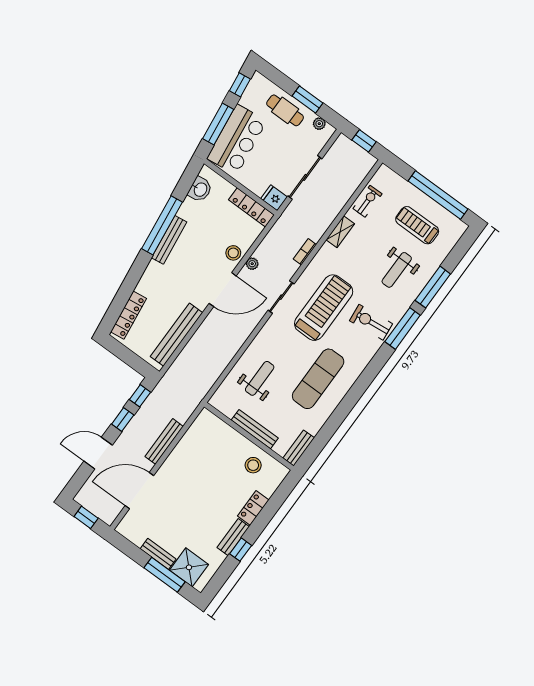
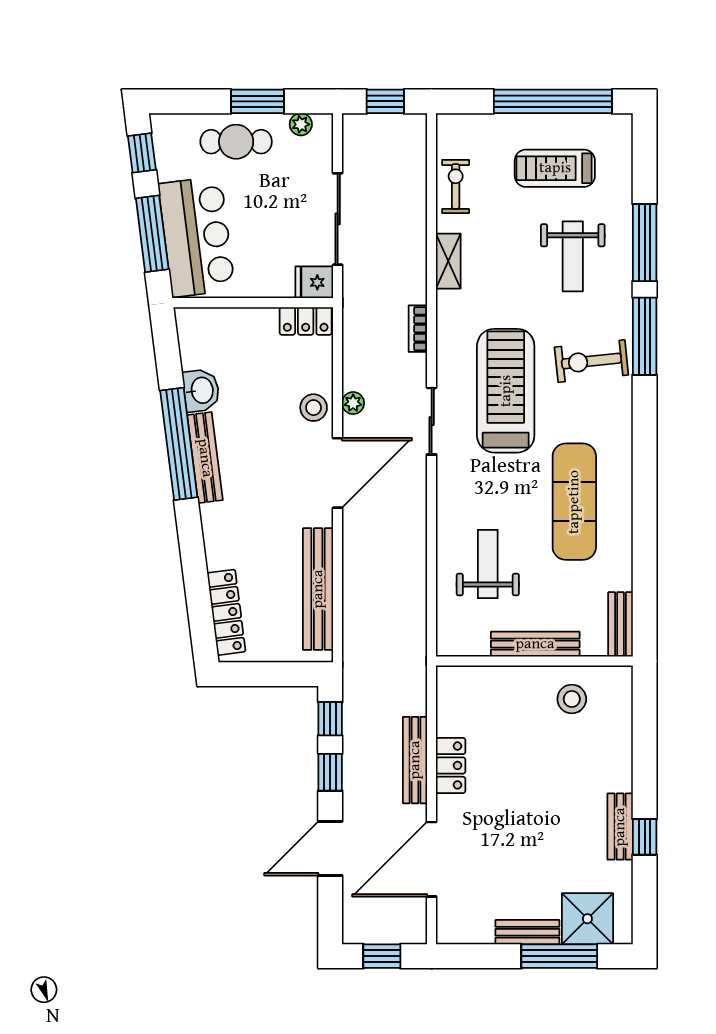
washbasin: (200, 189) -> (201, 390), moved
locker: (251, 207) -> (306, 321), width x0.66
locker: (253, 508) -> (451, 765), moved, turned 180

